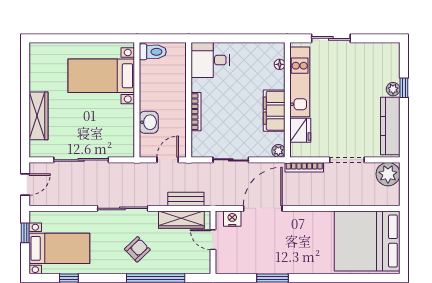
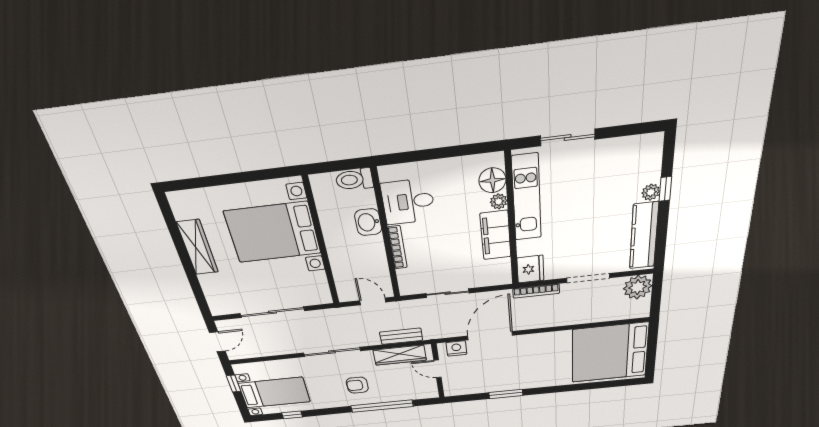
toilet: (153, 52) -> (354, 179), moved, turned 180
desk: (210, 60) -> (408, 202), moved
floor lamp: (280, 64) -> (492, 180), width x1.89, depth x1.89
bed with nightstands: (101, 76) -> (273, 232), width x1.36
wardrobe: (39, 116) -> (198, 247), moved
washbasin: (149, 122) -> (368, 222), moved, turned 180
fridge: (300, 130) -> (530, 269), moved
plant: (278, 151) -> (499, 201), moved
door: (168, 160) -> (373, 301), hinge flipped
armchair: (137, 249) -> (357, 385), turned -136

